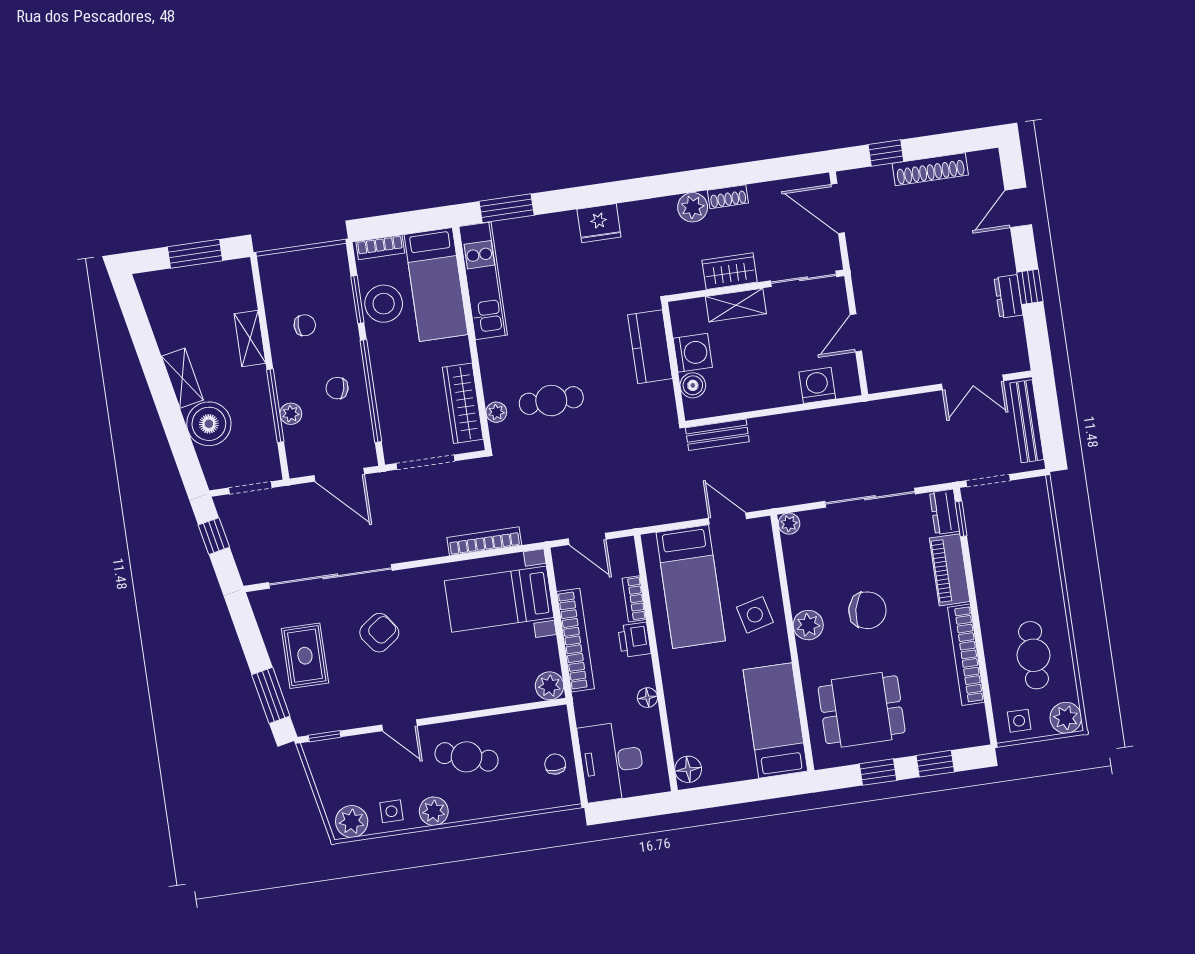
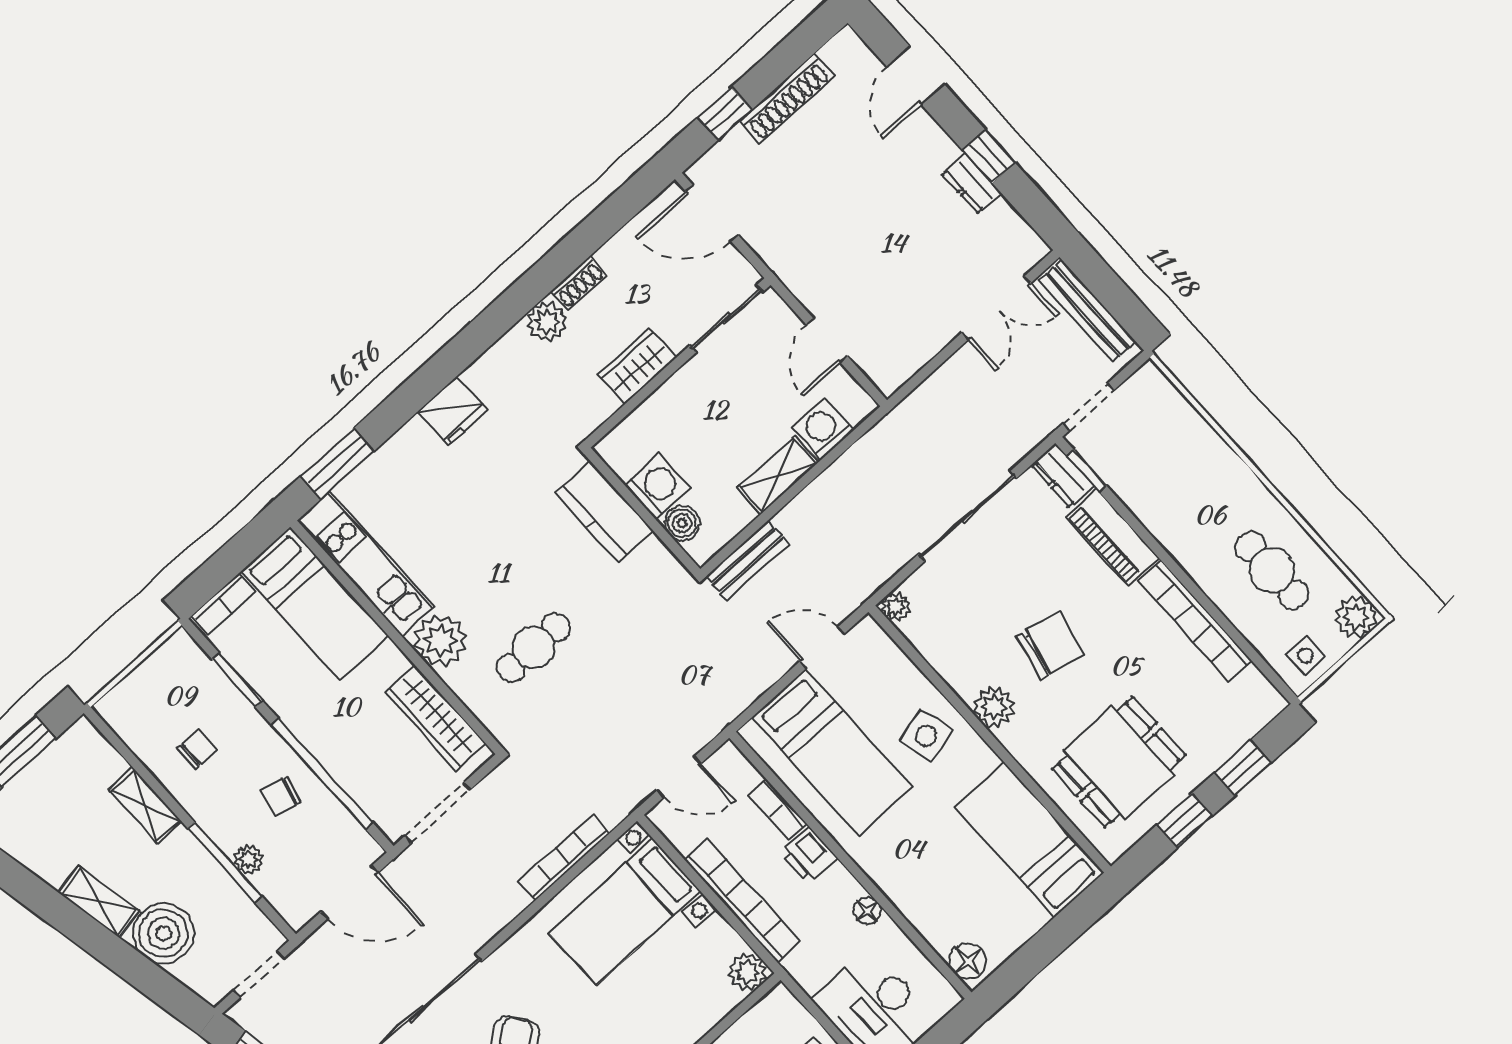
stool: (384, 304) -> (270, 665), removed
shelving: (736, 305) -> (778, 475), moved
plant: (496, 412) -> (440, 640), moved, width x1.88, depth x1.88

